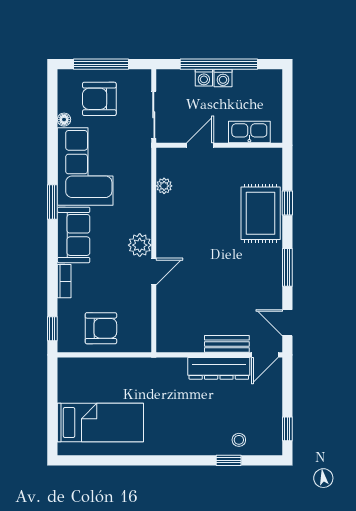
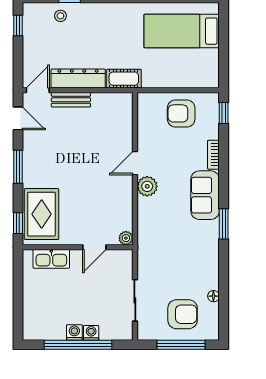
kitchen sink: (249, 132) -> (51, 259), moved
door: (200, 145) -> (94, 247), moved
wall: (219, 145) -> (78, 247), moved
corner sofa: (85, 167) -> (195, 255), removed
cot: (166, 368) -> (124, 79), added

